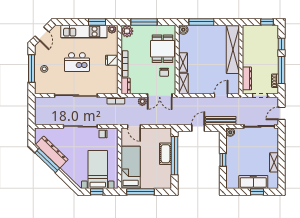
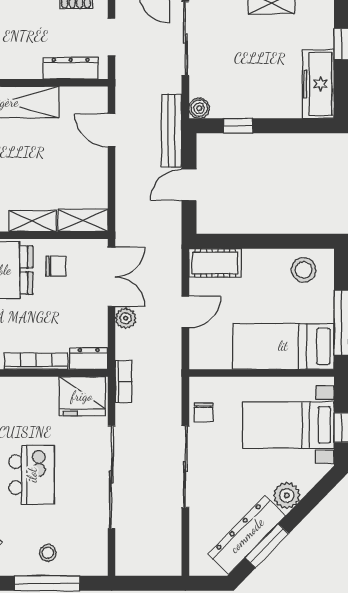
fridge: (112, 60) -> (82, 396), moved, width x1.88, depth x1.34
door: (134, 126) -> (185, 312), moved
door: (198, 128) -> (189, 185), hinge flipped
cot: (165, 154) -> (215, 263), moved
window: (175, 156) -> (255, 241), removed
window: (47, 160) -> (267, 546), width x0.69
window: (223, 160) -> (238, 126), moved
plant: (68, 169) -> (287, 495), added
stool: (163, 176) -> (304, 270), added
freezer: (253, 182) -> (318, 84), moved

